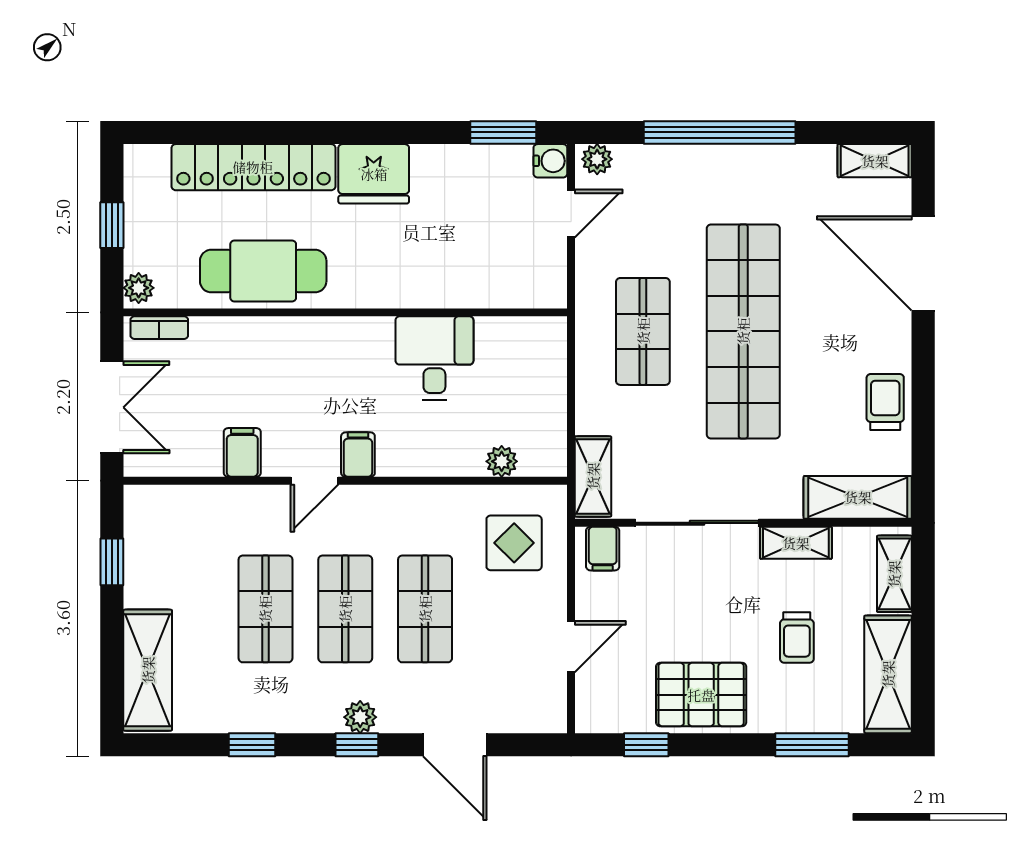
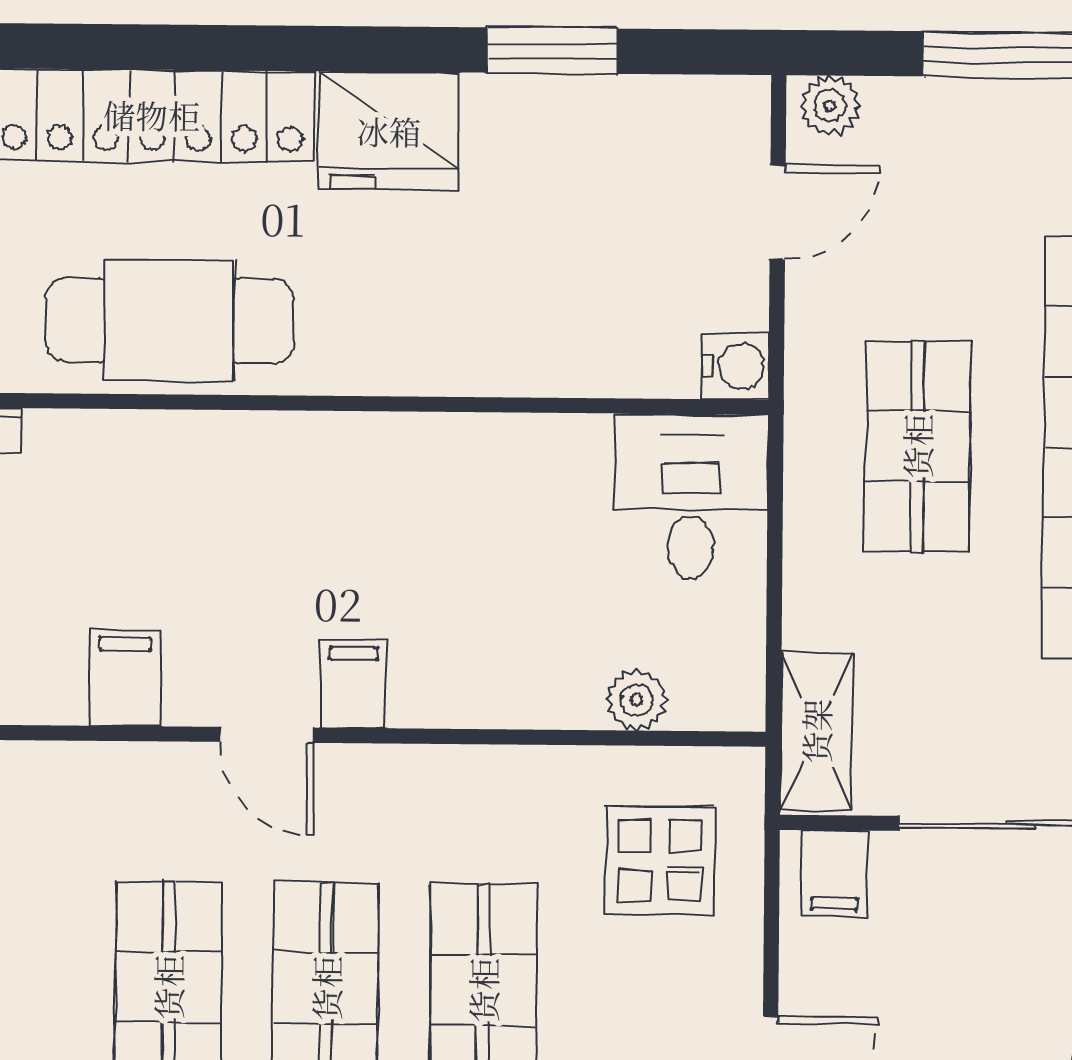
window: (503, 132) -> (552, 51), moved
water cooler: (550, 161) -> (736, 366), moved
desk: (434, 358) -> (691, 497), moved
door: (314, 481) -> (267, 735), hinge flipped

